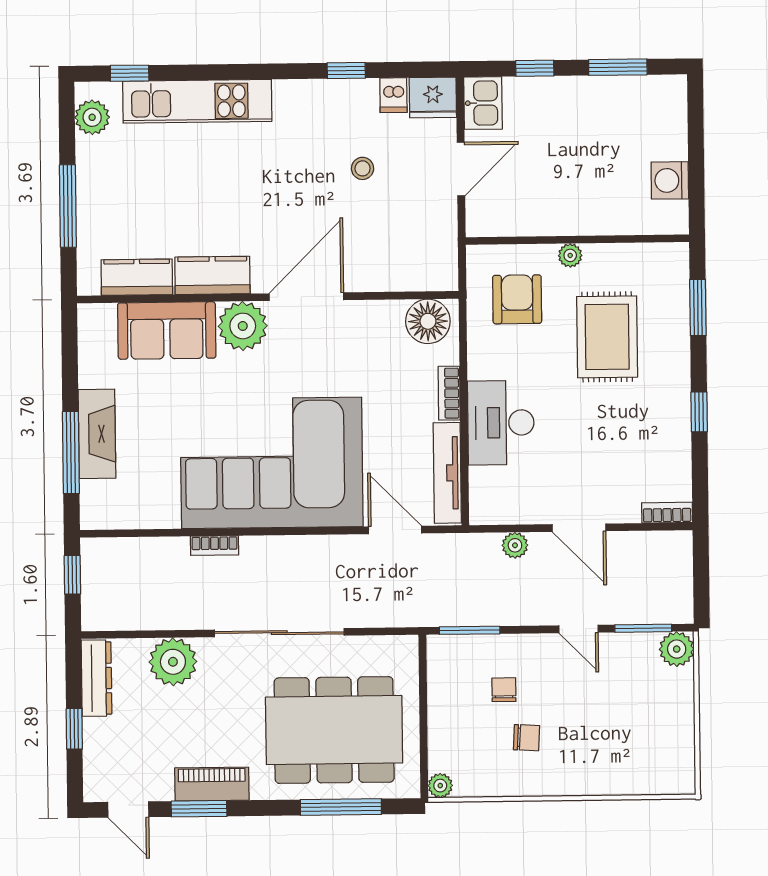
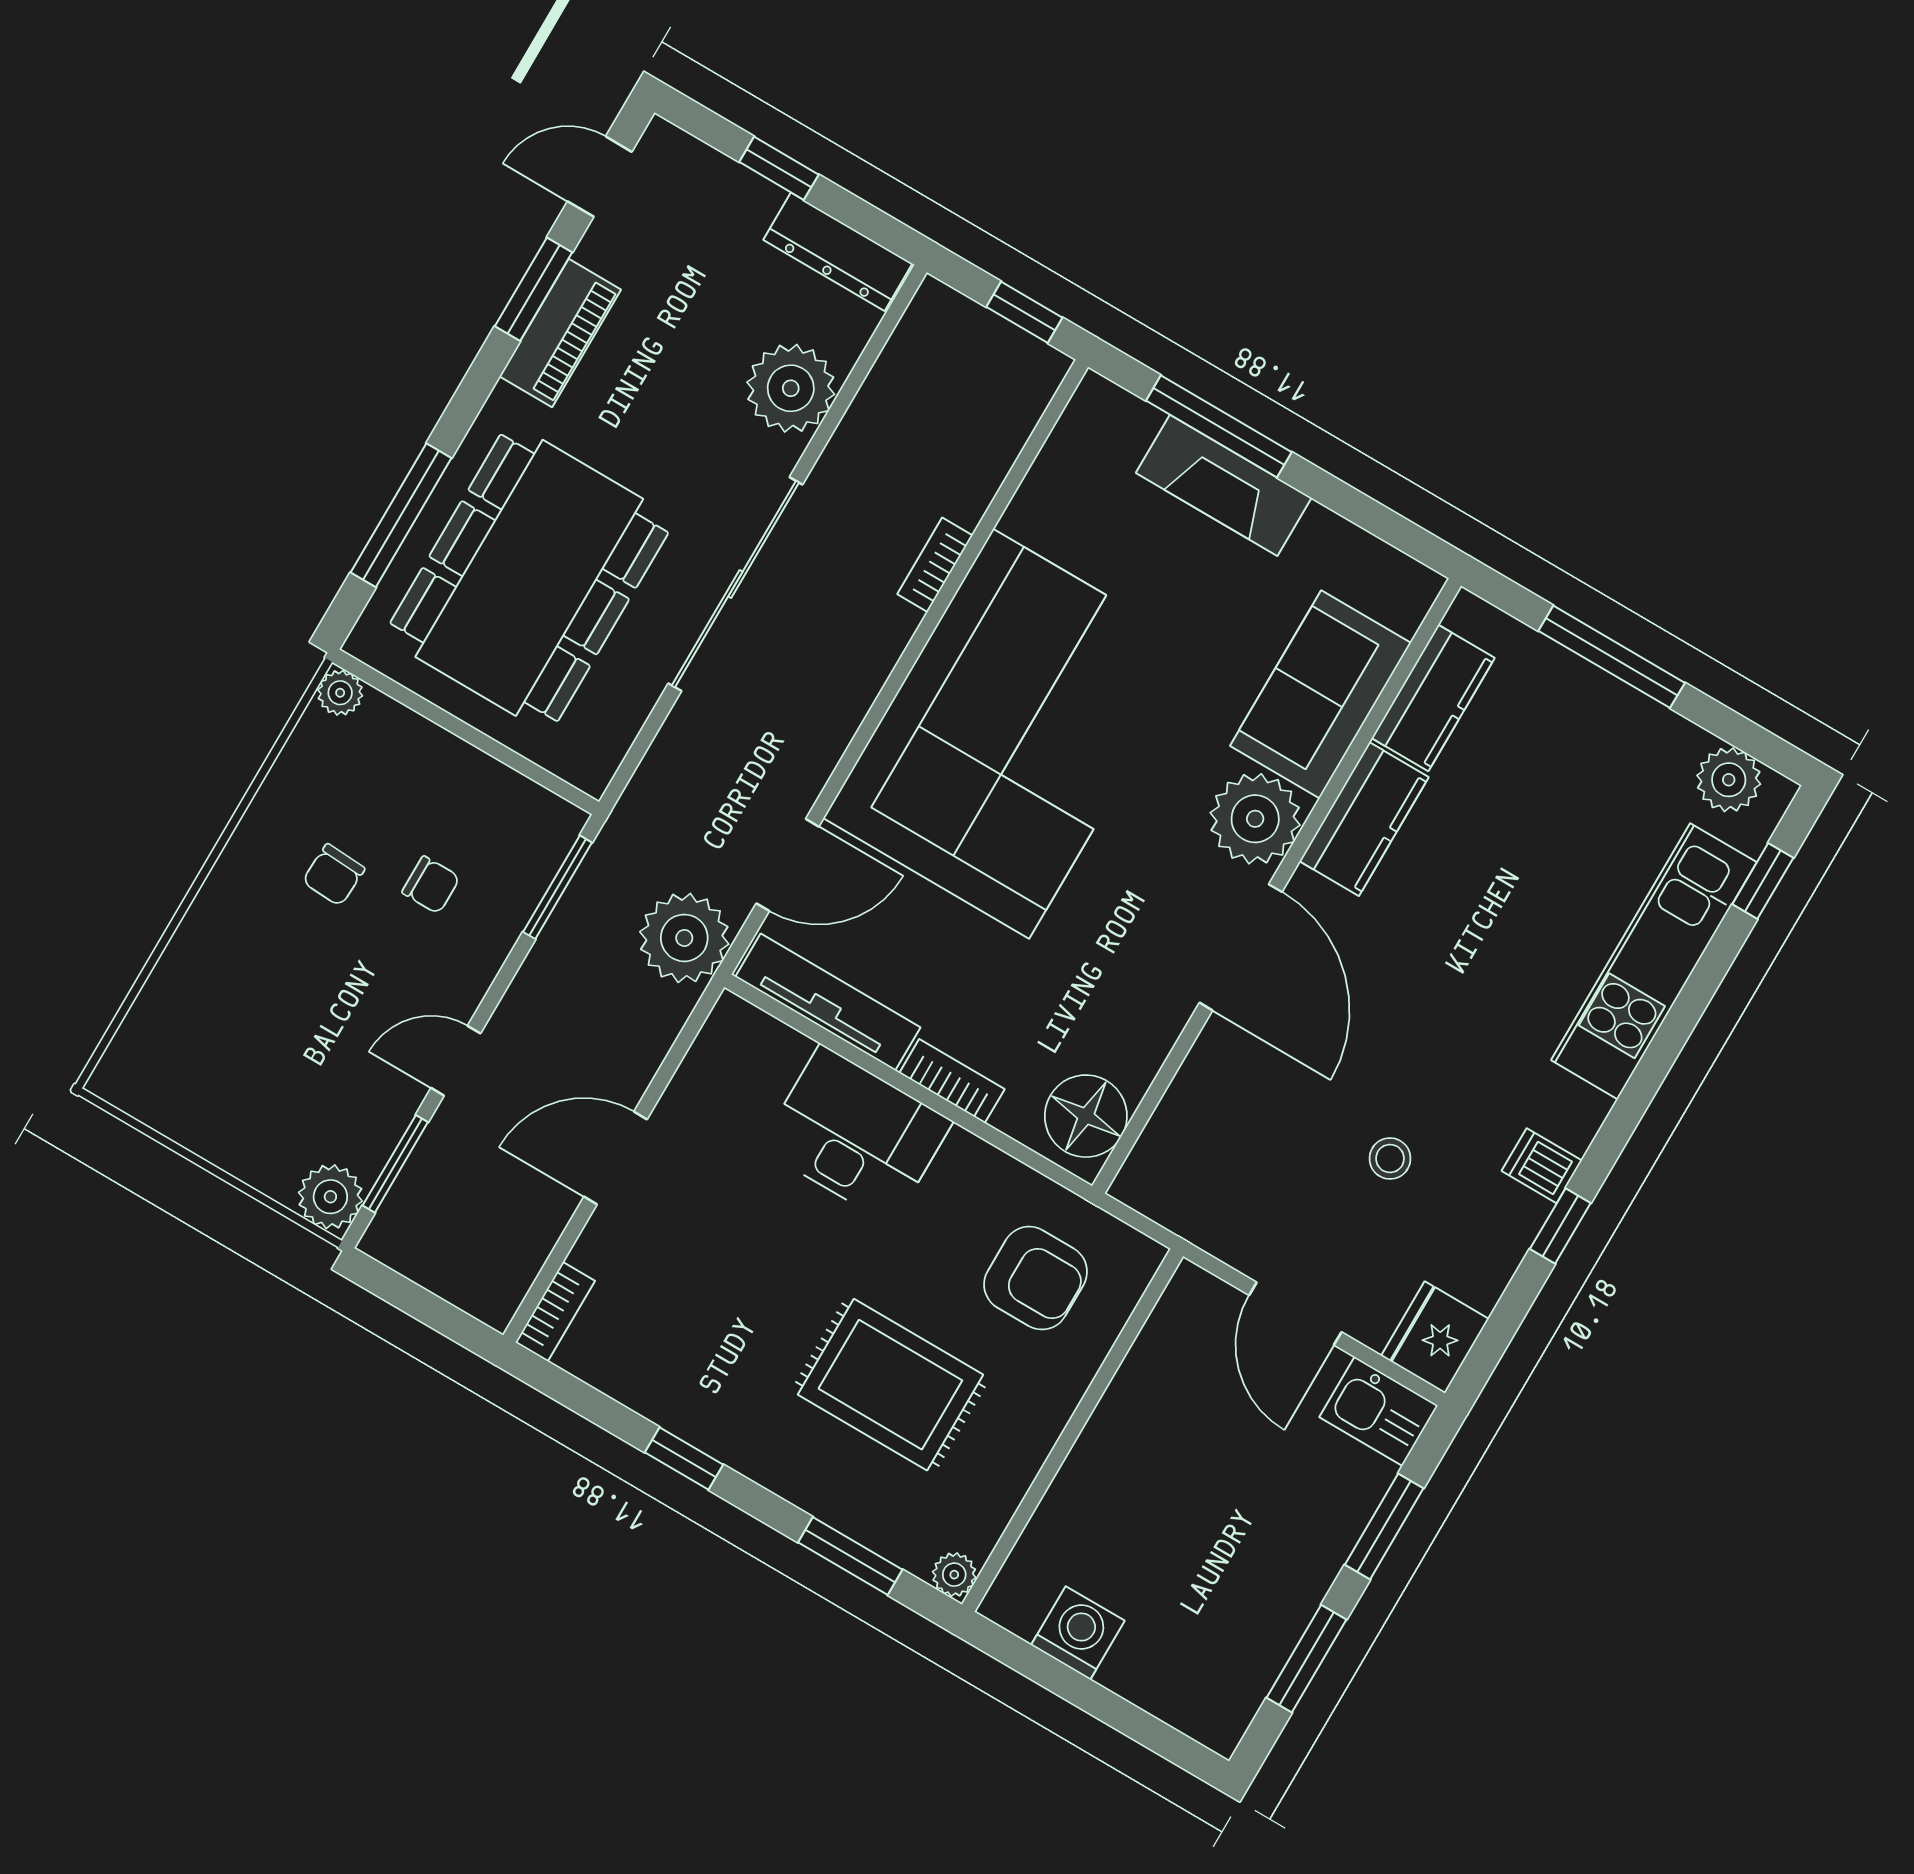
window: (535, 68) -> (1384, 1526), width x1.50
dishwasher: (393, 95) -> (1542, 1166), moved
plant: (570, 255) -> (954, 1575), moved
plant: (515, 545) -> (684, 938), moved, width x1.88, depth x1.88

